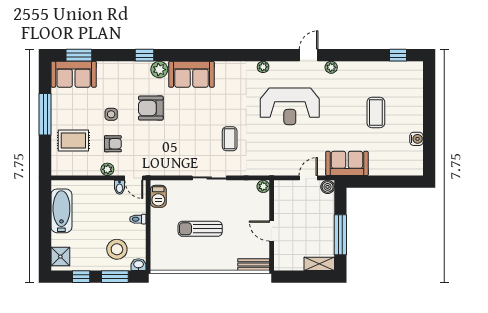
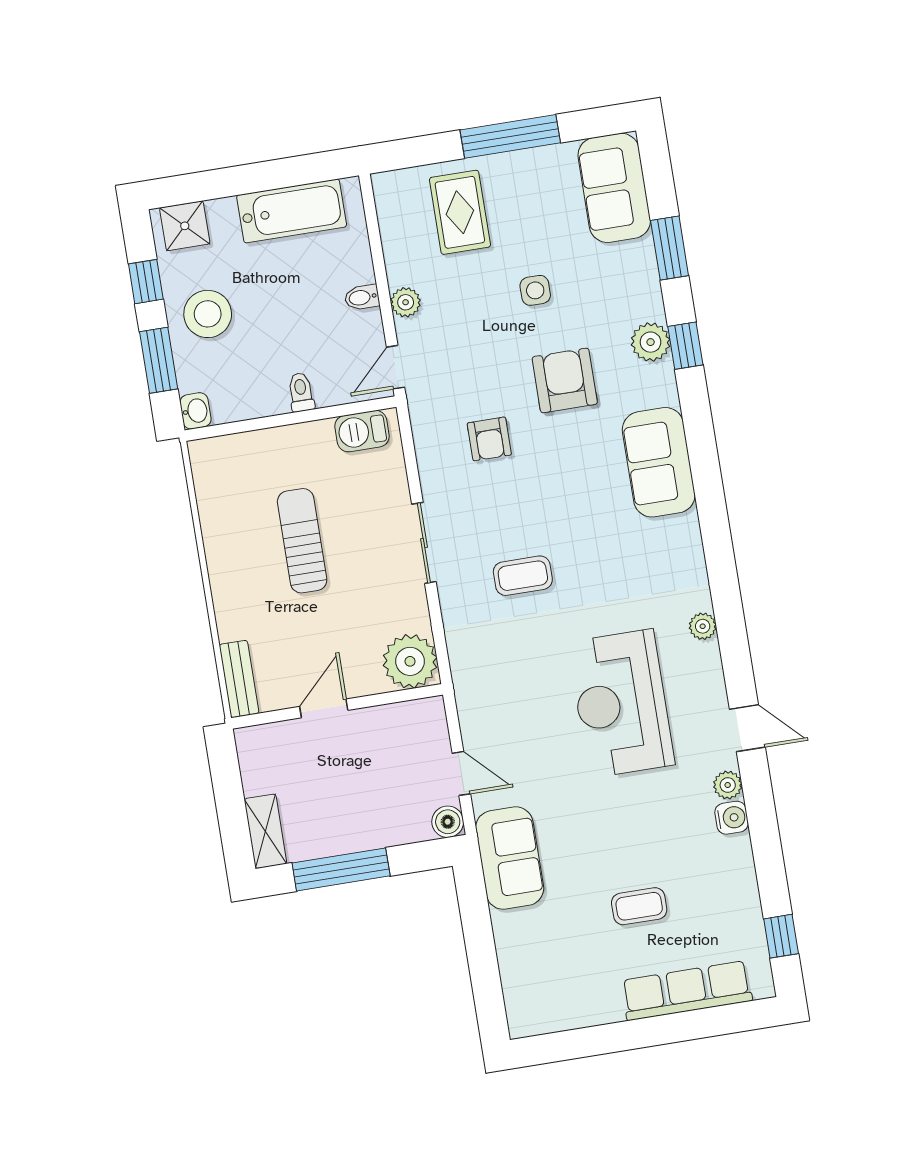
window: (79, 55) -> (670, 248), moved
plant: (159, 70) -> (651, 342), moved
row of seats: (414, 98) -> (687, 991), added
coffee table: (376, 113) -> (639, 906), width x0.73, depth x0.77
water cooler: (416, 139) -> (732, 818), moved, turned -90
armchair: (113, 144) -> (489, 439), moved
plant: (263, 186) -> (410, 661), width x1.87, depth x1.87
bidet: (120, 187) -> (362, 297), moved
stool: (117, 249) -> (208, 314), moved

